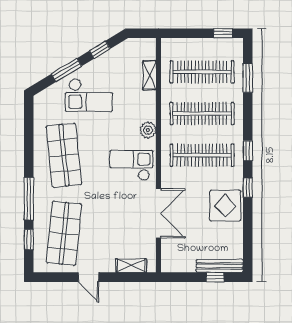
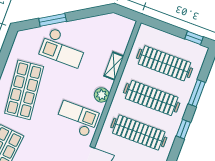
window: (100, 50) -> (86, 13), removed
shelving: (150, 75) -> (114, 66), moved
window: (248, 78) -> (197, 93), moved
window: (248, 151) -> (183, 129), moved

